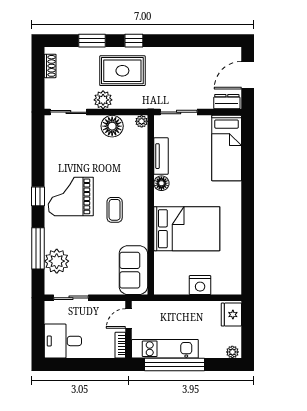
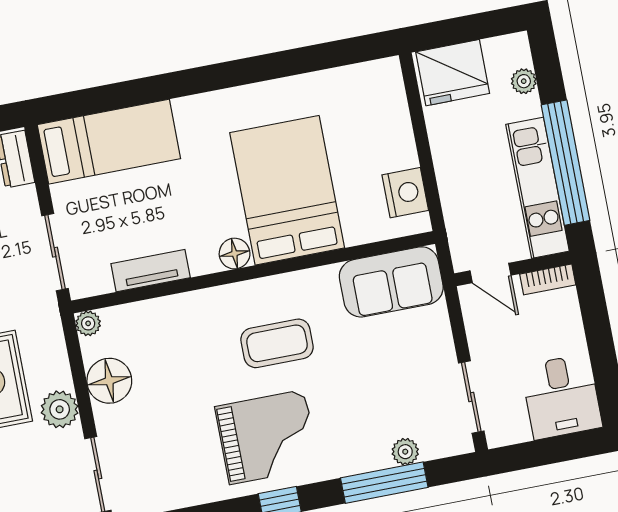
floor lamp: (161, 183) -> (235, 254), moved
grand piano: (71, 196) -> (267, 437), turned -90
coffee table: (115, 210) -> (277, 343), width x1.36, depth x1.30
plant: (57, 261) -> (405, 452), width x0.53, depth x0.53
nightstand: (200, 285) -> (405, 193), moved
fridge: (231, 315) -> (453, 73), width x1.36, depth x1.34
plant: (232, 352) -> (524, 81), moved

